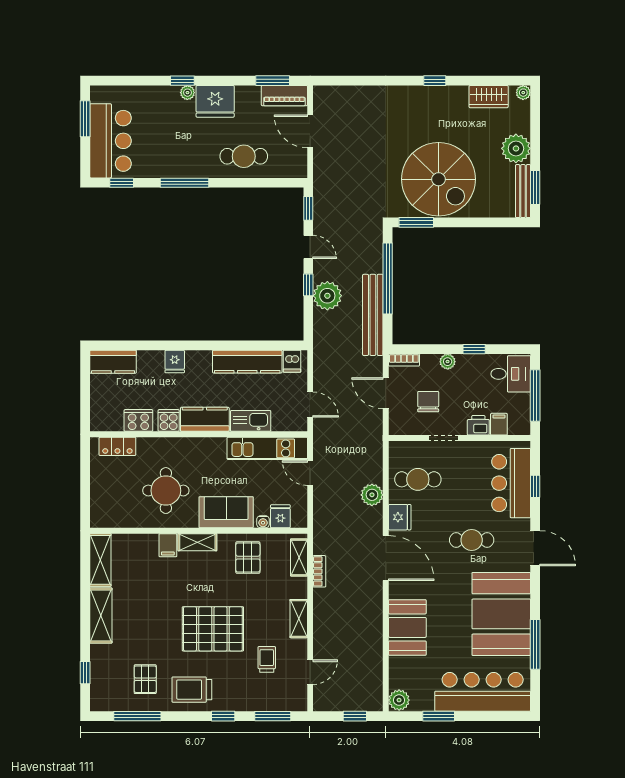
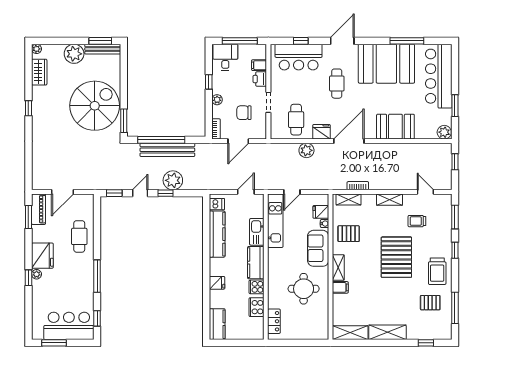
bench: (373, 315) -> (167, 150), moved

